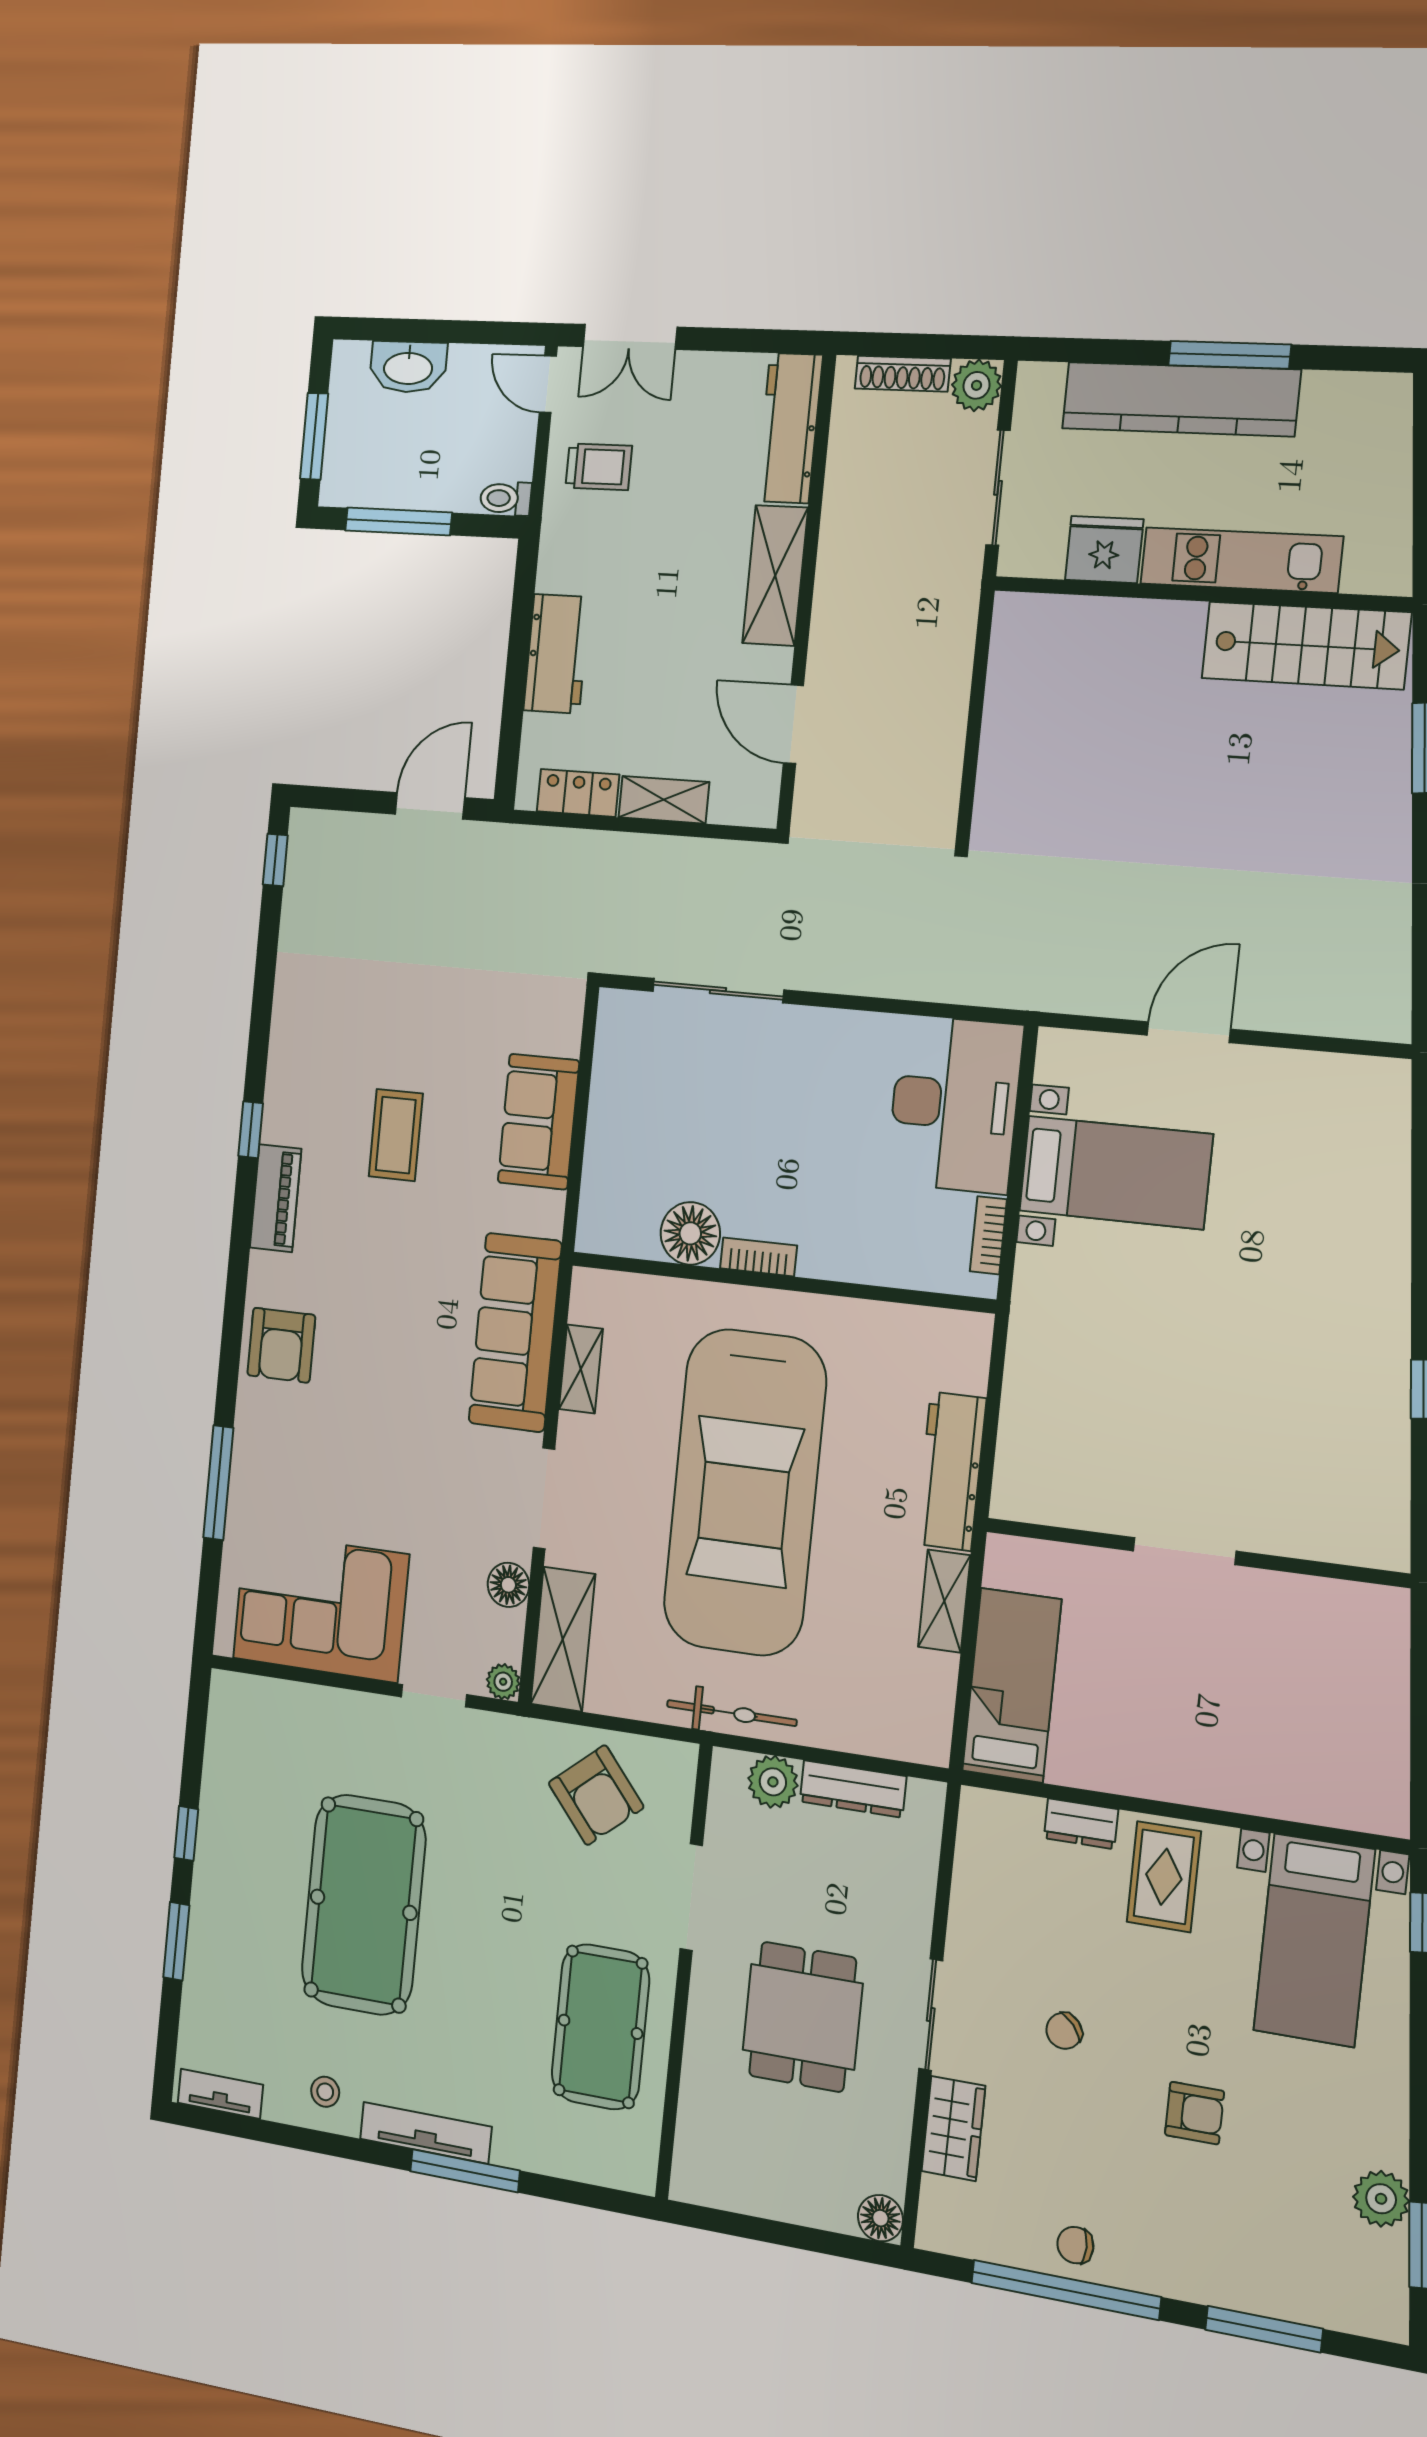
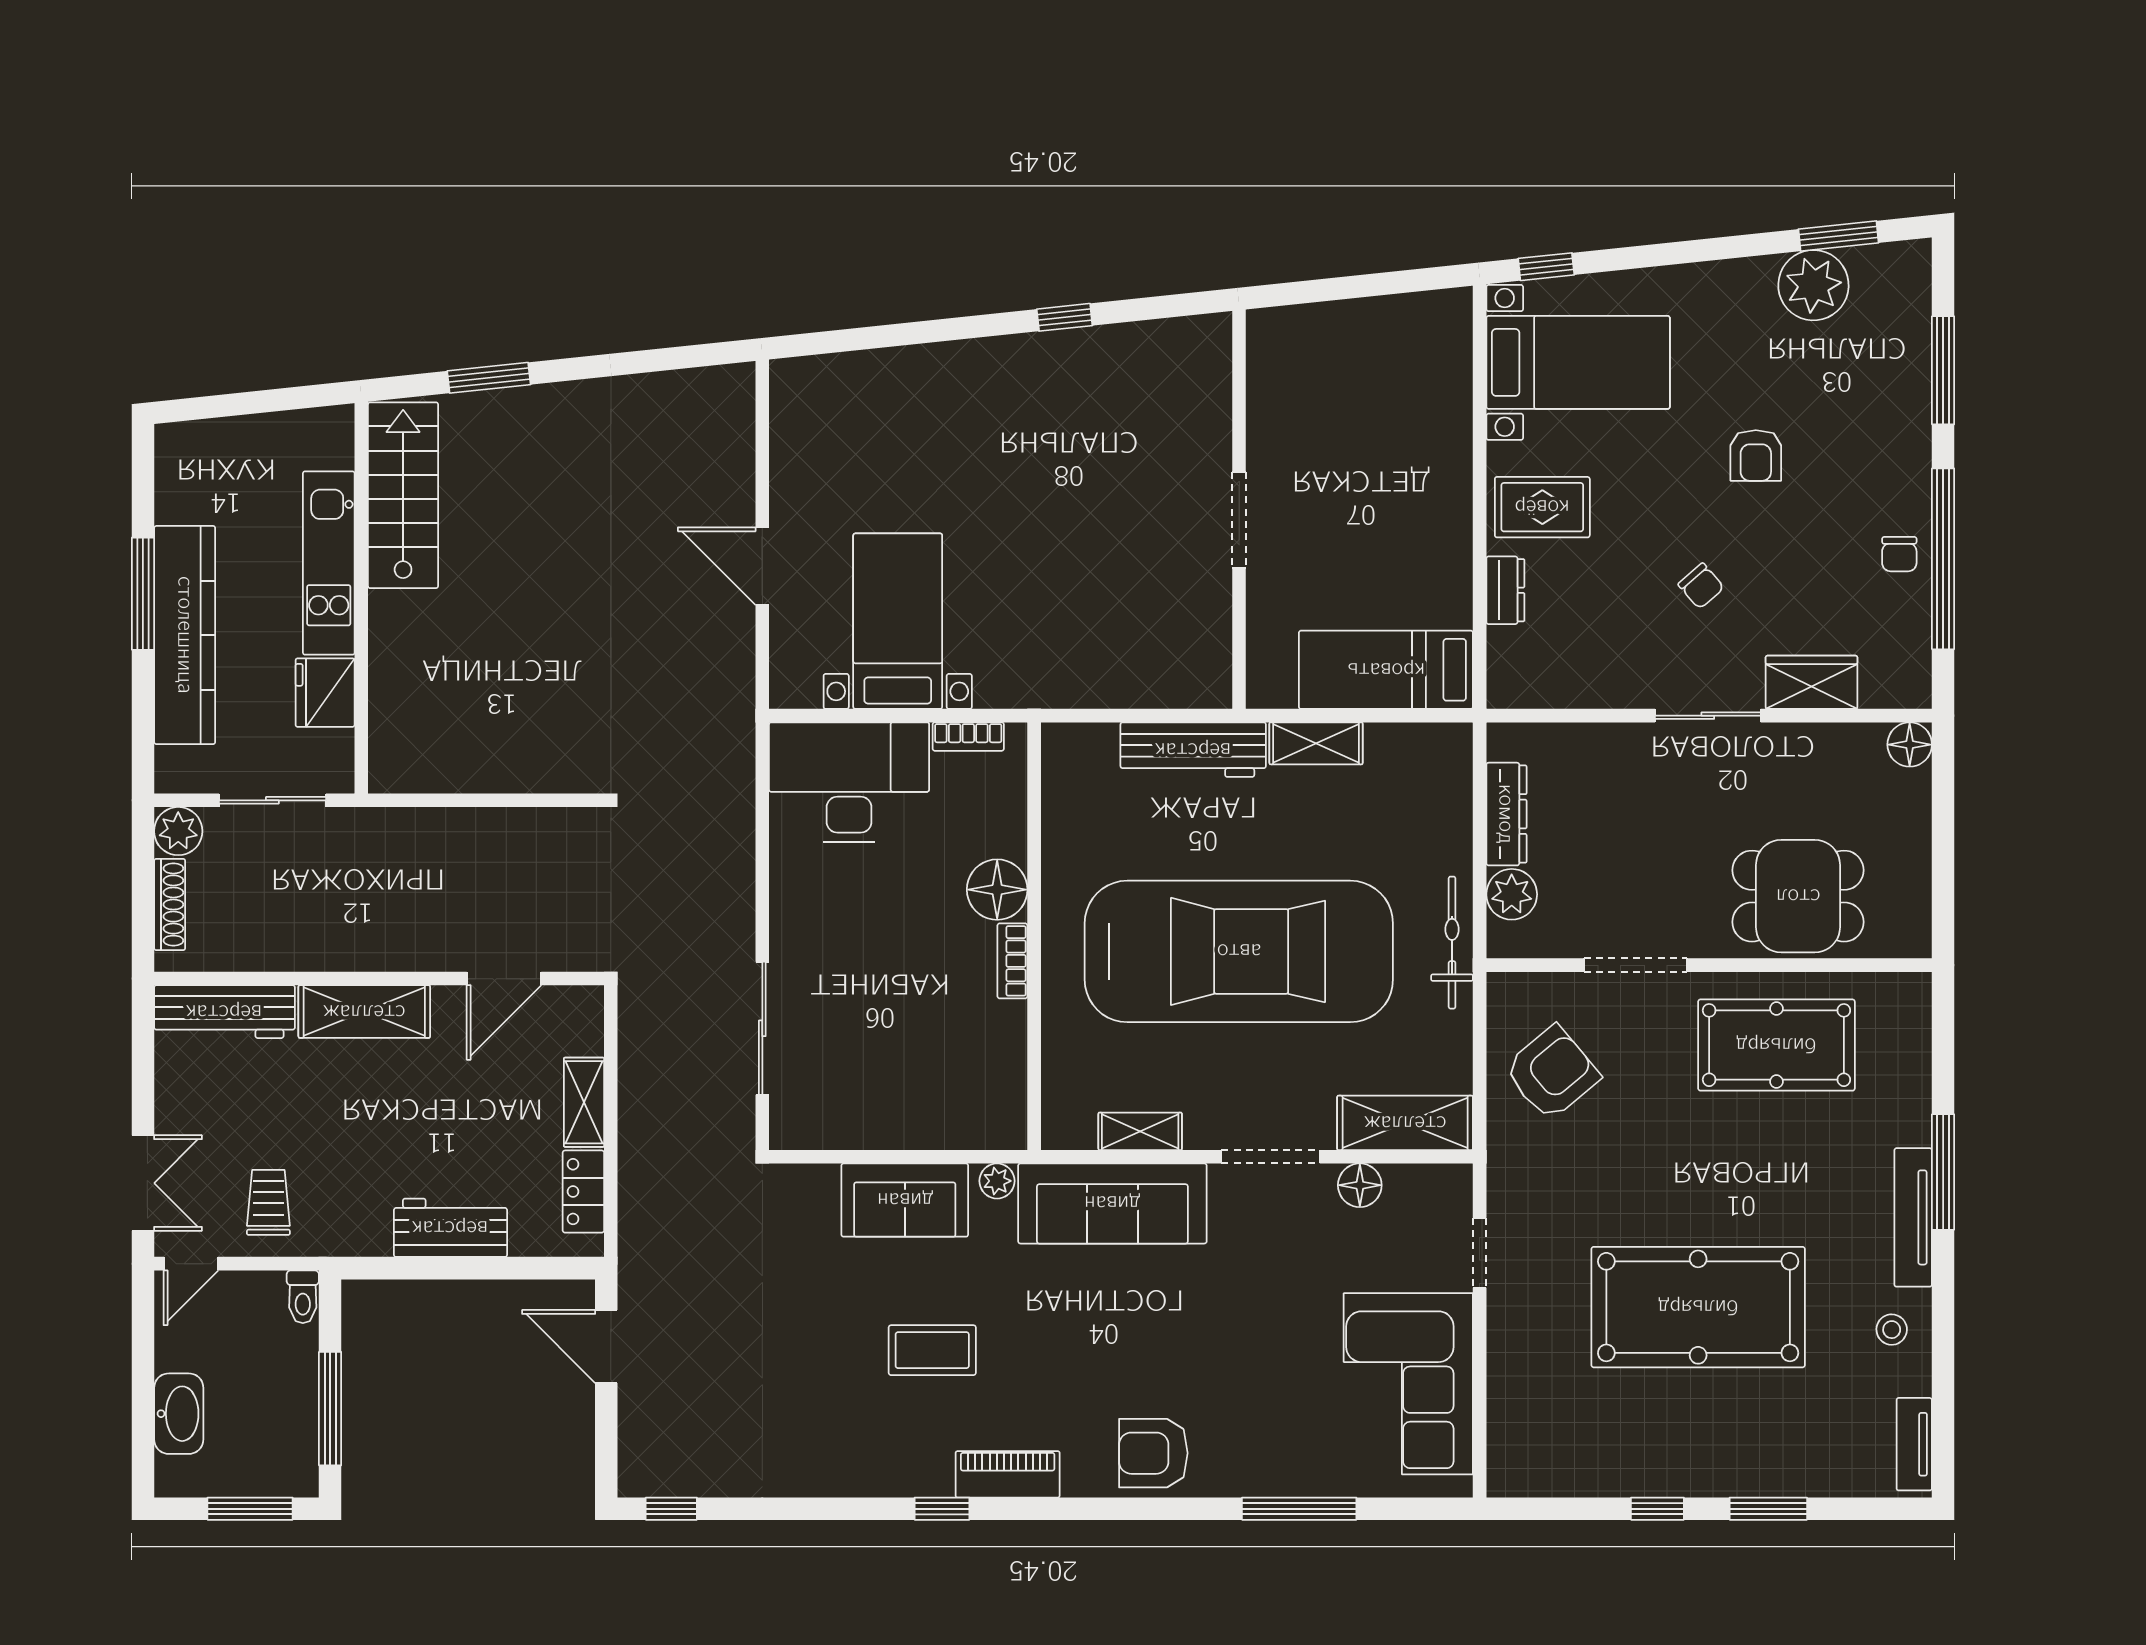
floor lamp: (690, 1233) -> (997, 890), moved
armchair: (281, 1345) -> (1153, 1453), turned 180
plant: (503, 1682) -> (997, 1181), moved
dining table: (803, 2017) -> (1798, 896), moved
armchair: (1195, 2113) -> (1756, 455), turned 180
plant: (1381, 2199) -> (1813, 285), width x1.36, depth x1.36

